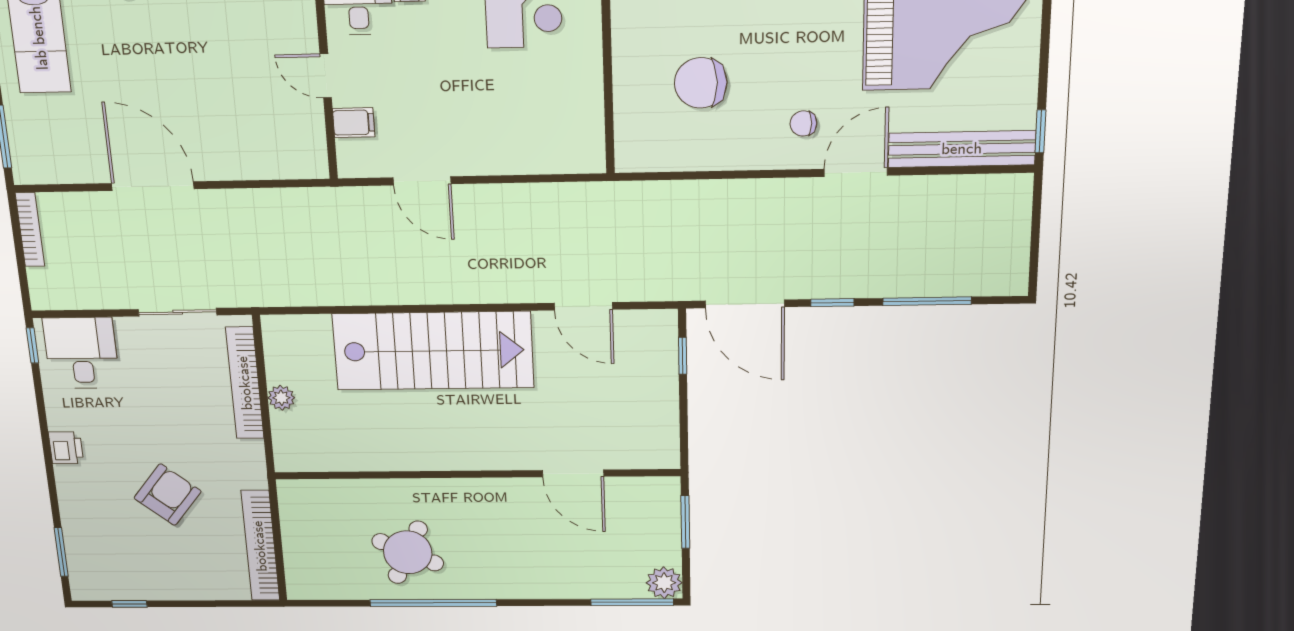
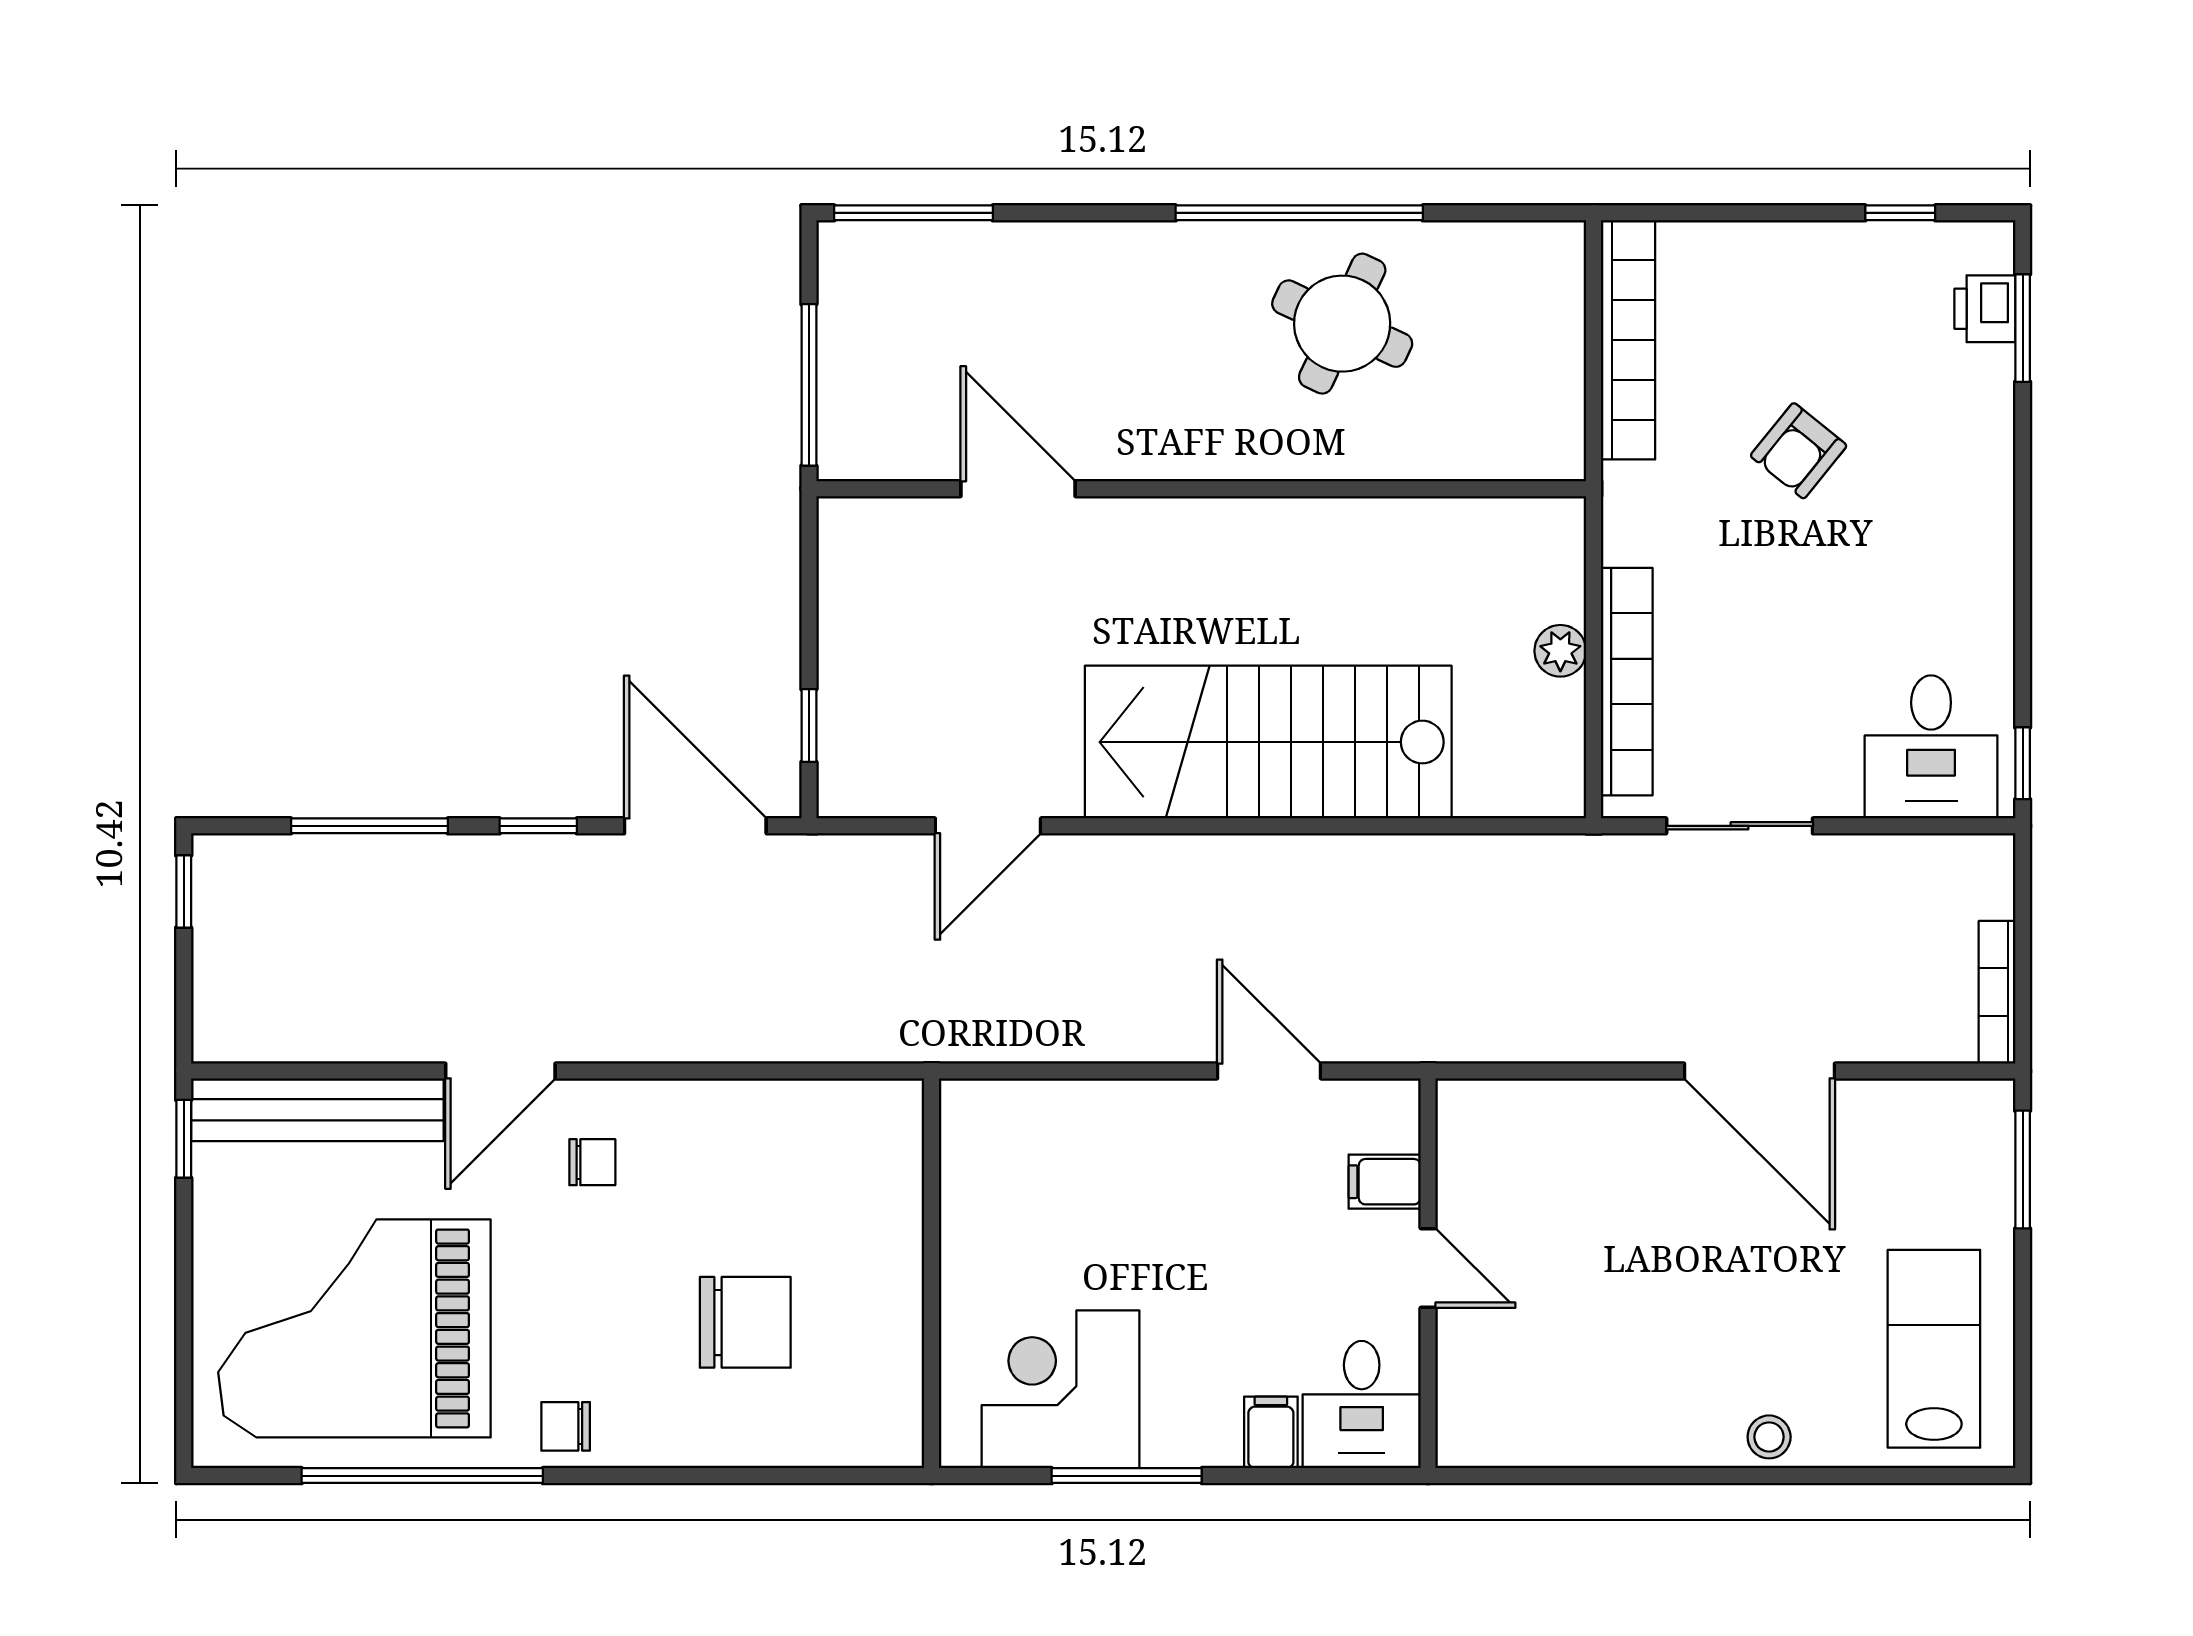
chair: (701, 83) -> (745, 1322), moved
window: (1034, 265) -> (184, 891), added
door: (583, 306) -> (988, 826), swing flipped
printer: (66, 448) -> (1985, 309), moved
armchair: (168, 495) -> (1799, 451), width x0.72, depth x0.72
window: (685, 522) -> (809, 385), width x1.44
plant: (664, 583) -> (851, 255), removed

